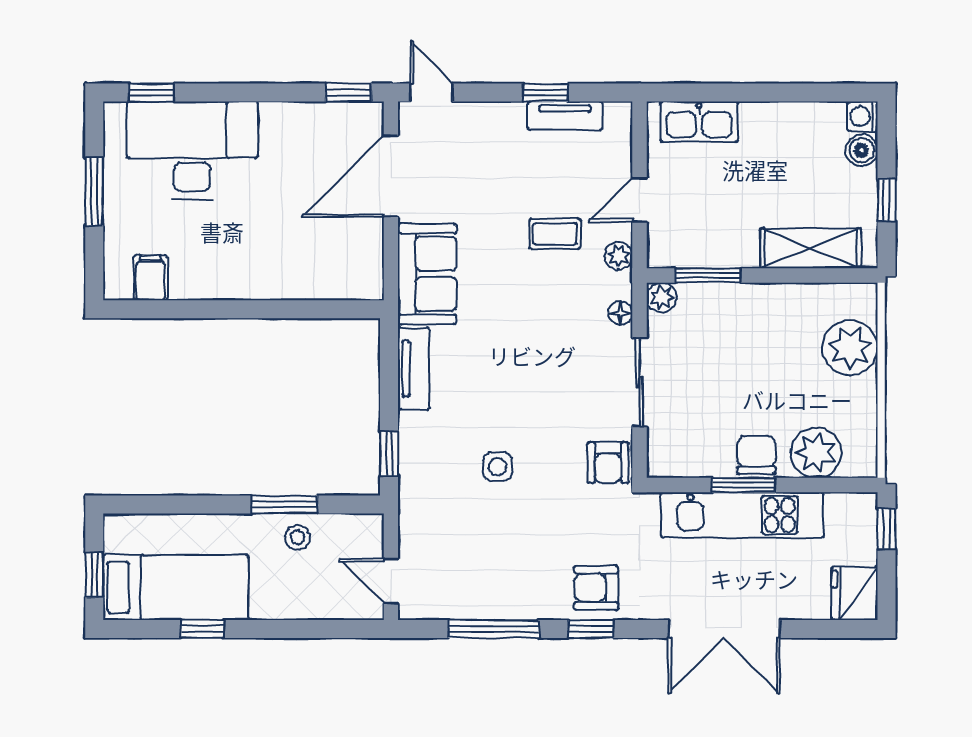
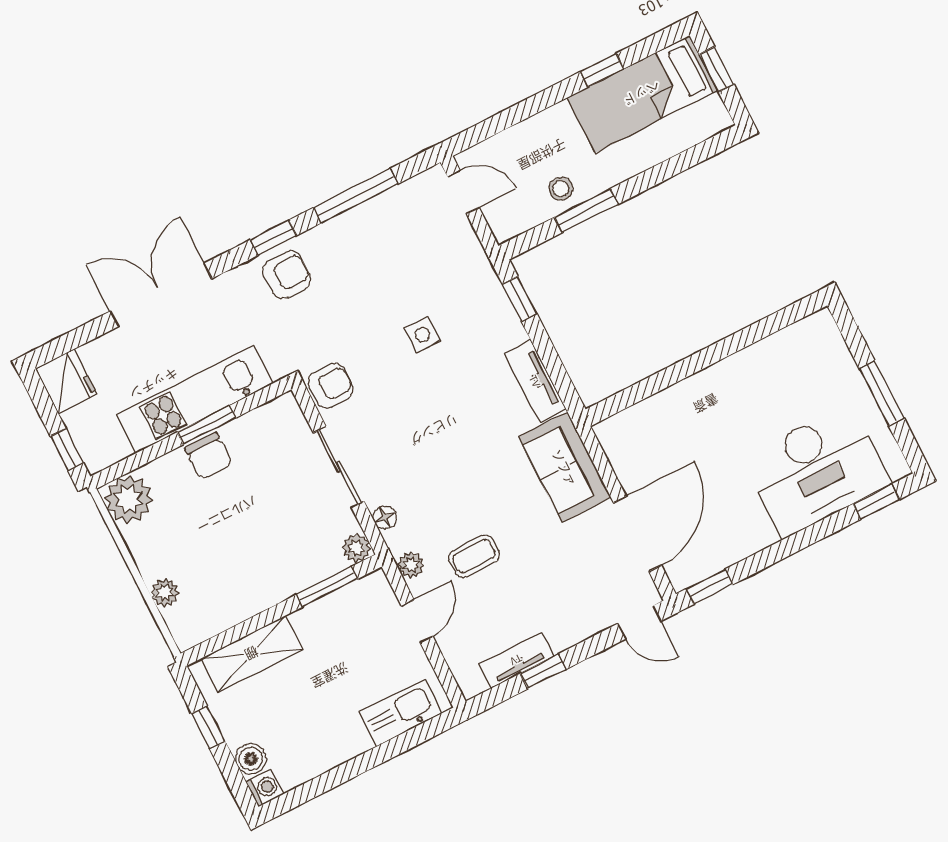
filing cabinet: (150, 278) -> (797, 345), removed
plant: (850, 348) -> (165, 592), width x0.53, depth x0.53
plant: (816, 453) -> (129, 499), moved
armchair: (608, 463) -> (331, 386), turned 90

